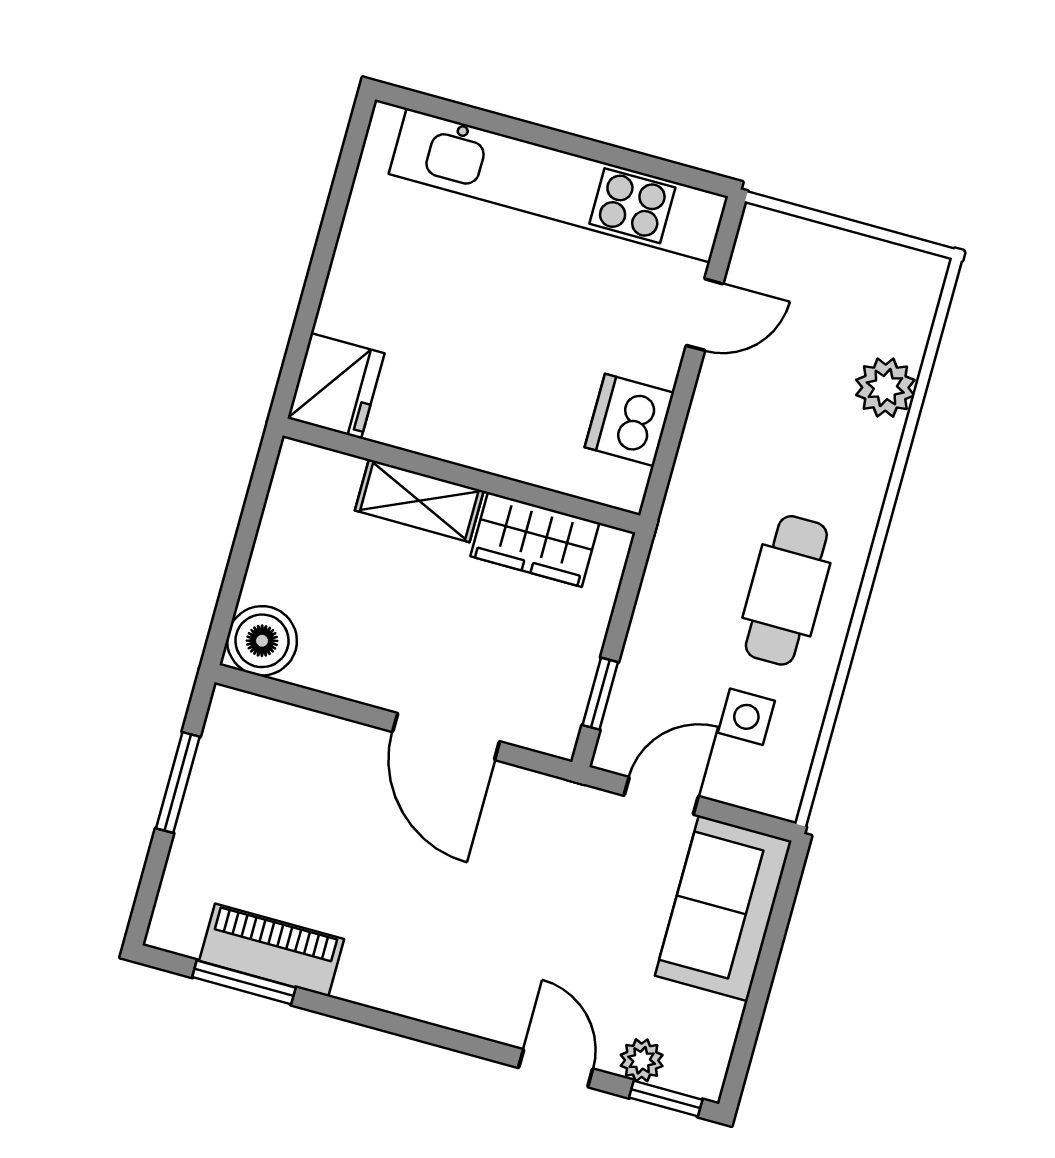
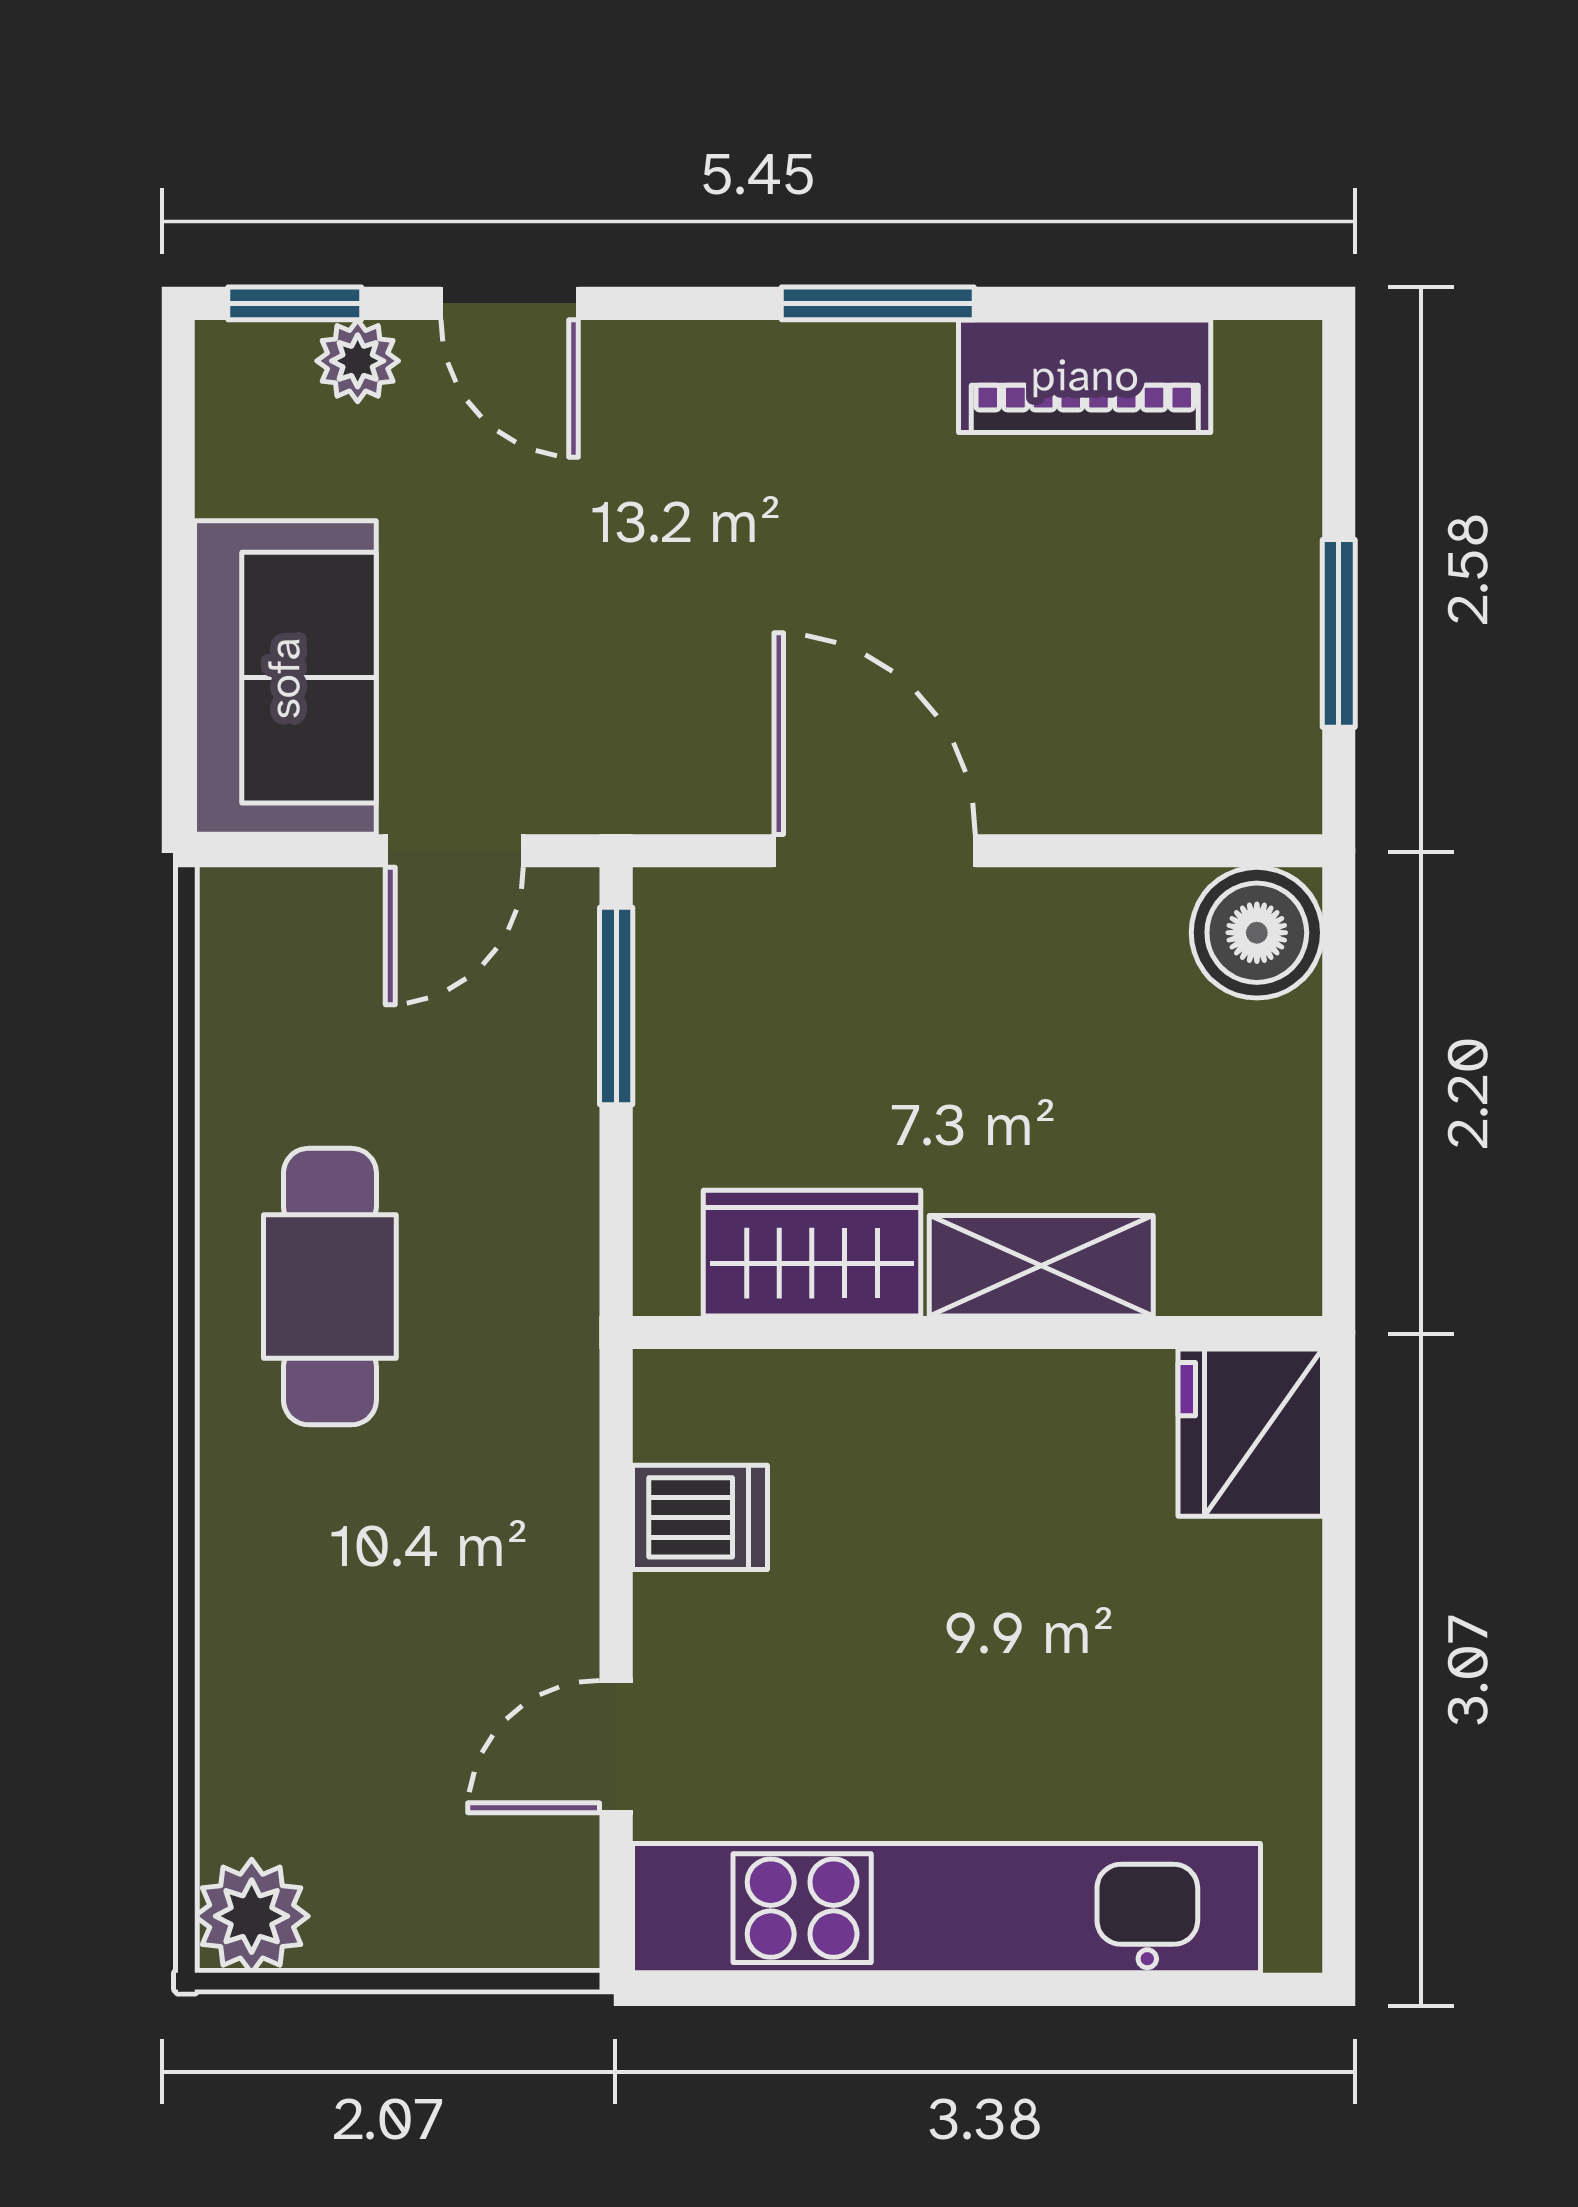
plant: (885, 388) -> (252, 1916), moved
dishwasher: (629, 420) -> (700, 1517), width x0.73
window: (600, 694) -> (616, 1006), width x1.50
side table: (746, 717) -> (339, 1037), removed
window: (244, 982) -> (878, 303), moved

